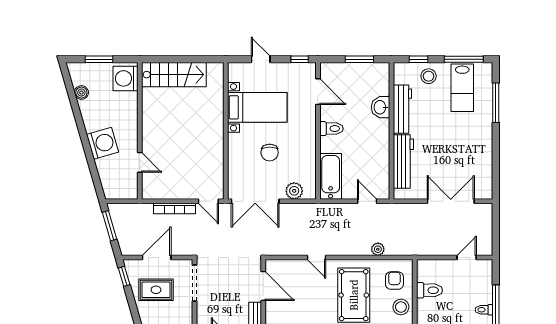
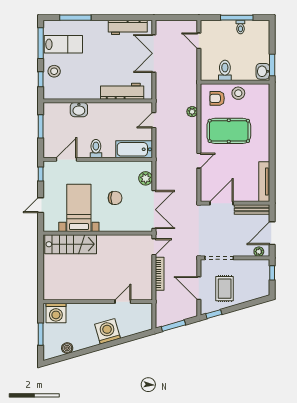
stairs: (174, 75) -> (71, 244), moved, turned 90
workbench: (402, 109) -> (128, 27), moved, turned 180

